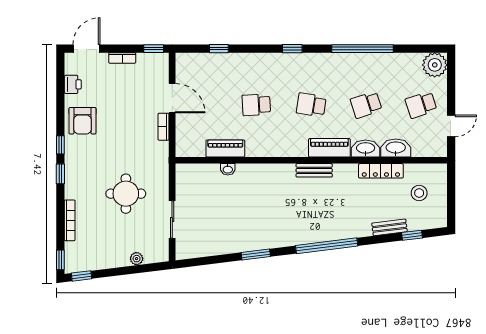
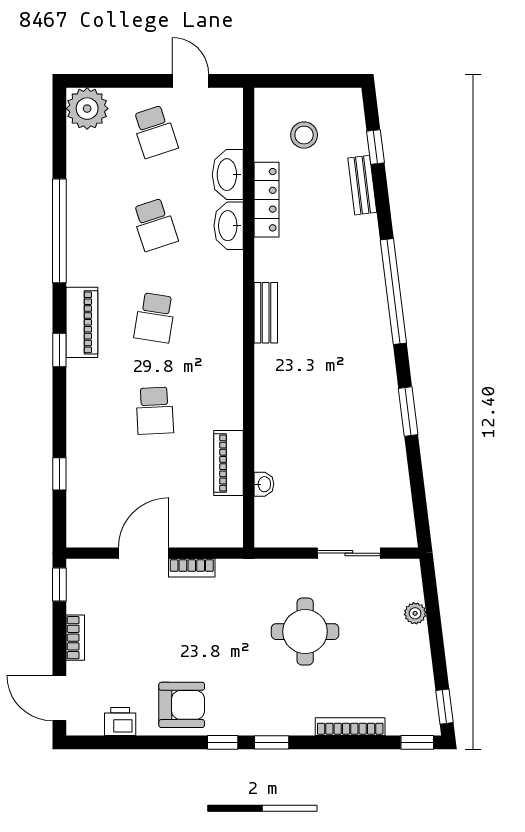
piano: (329, 148) -> (82, 322), moved, turned 180
washbasin: (228, 169) -> (264, 484), moved

